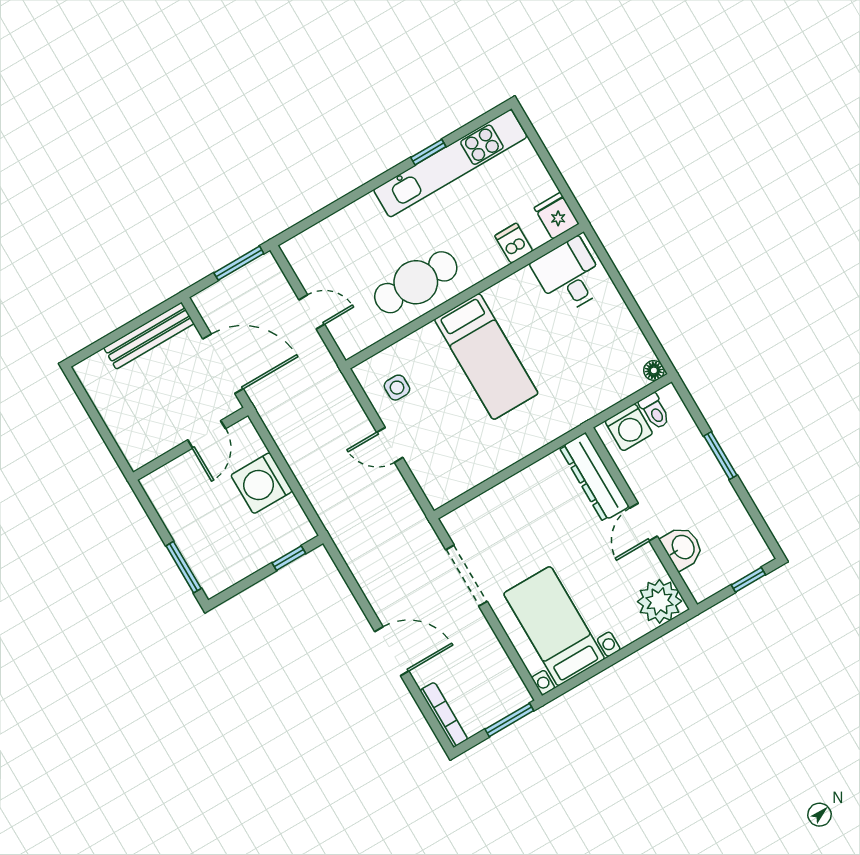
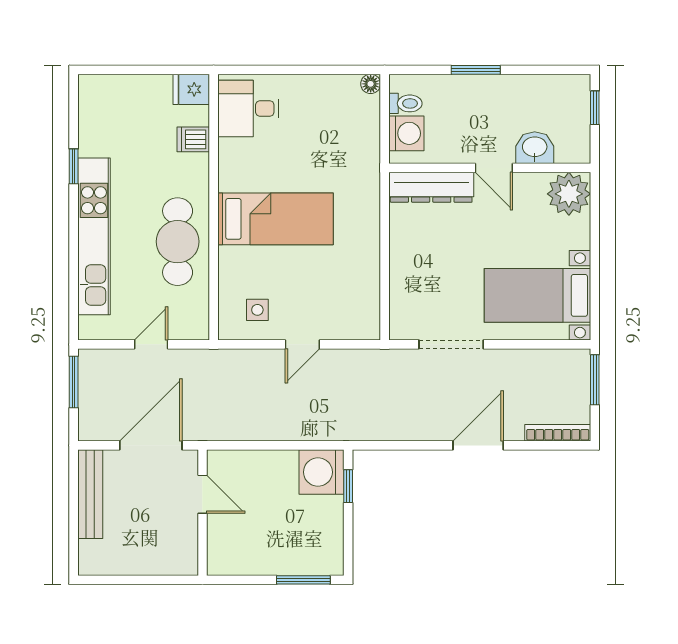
kitchen unit: (450, 163) -> (94, 236), moved
washing machine: (262, 483) -> (322, 472), moved, turned 90

